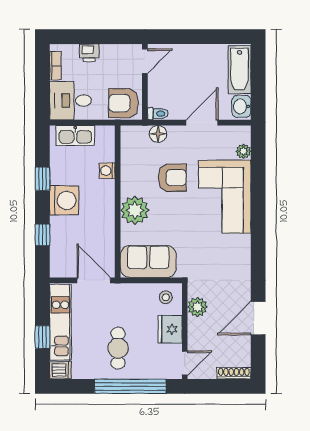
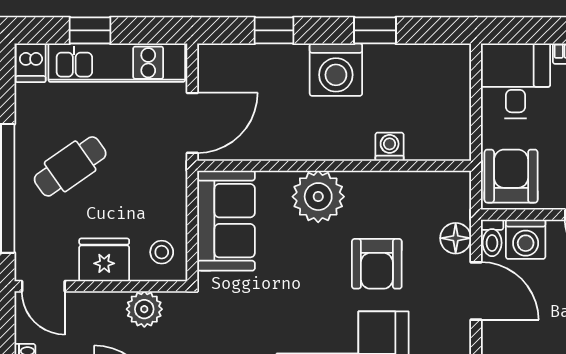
washing machine: (159, 95) -> (526, 239), added
door: (202, 123) -> (476, 291), moved
kitchen sink: (75, 135) -> (453, 89), removed
cafe table: (118, 348) -> (70, 166), turned -35

